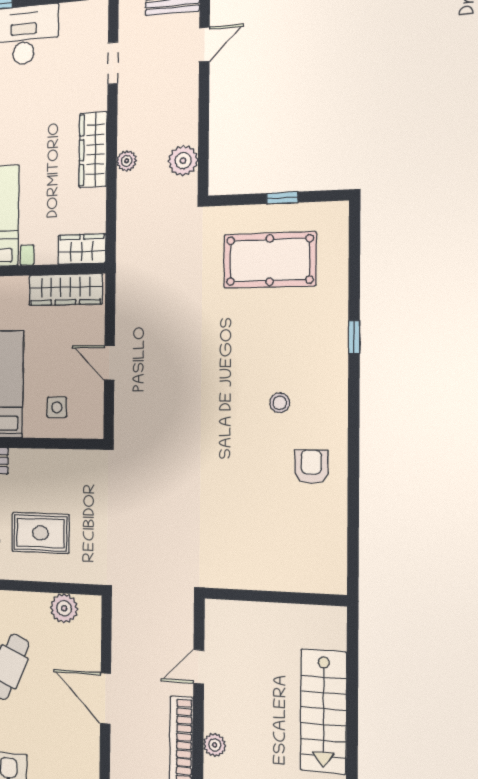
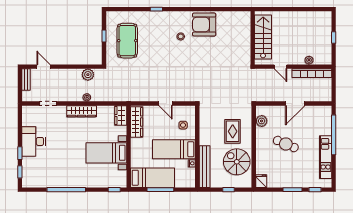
door: (109, 363) -> (165, 103), hinge flipped
armchair: (311, 467) -> (204, 25), width x1.88, depth x1.88
stairs: (324, 711) -> (263, 37), moved, turned -90

